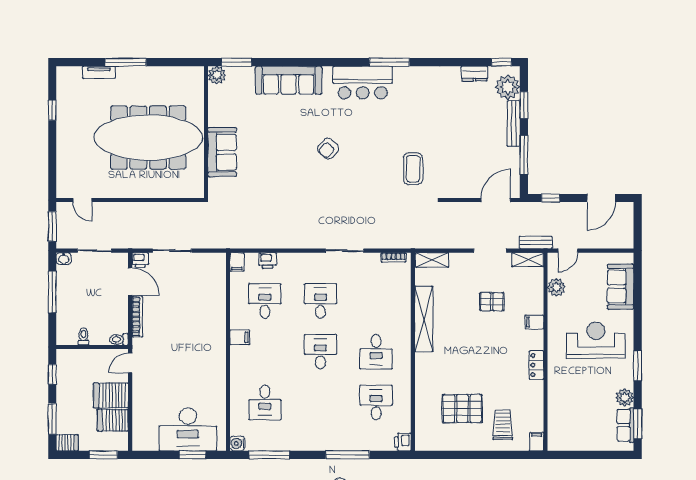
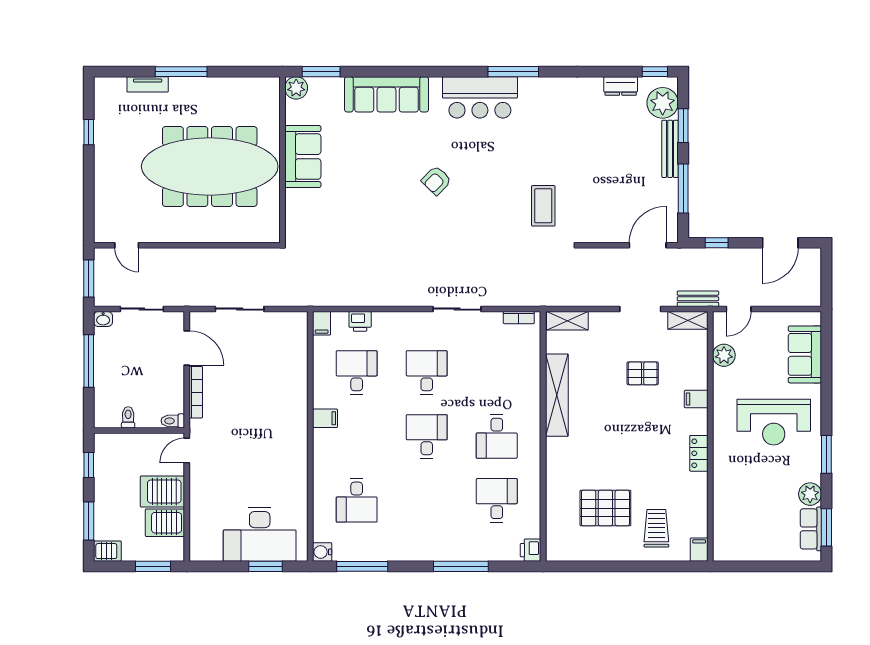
sofa: (222, 152) -> (303, 157), moved
printer: (140, 260) -> (200, 321), removed
reception desk: (596, 340) -> (774, 422), turned 180

